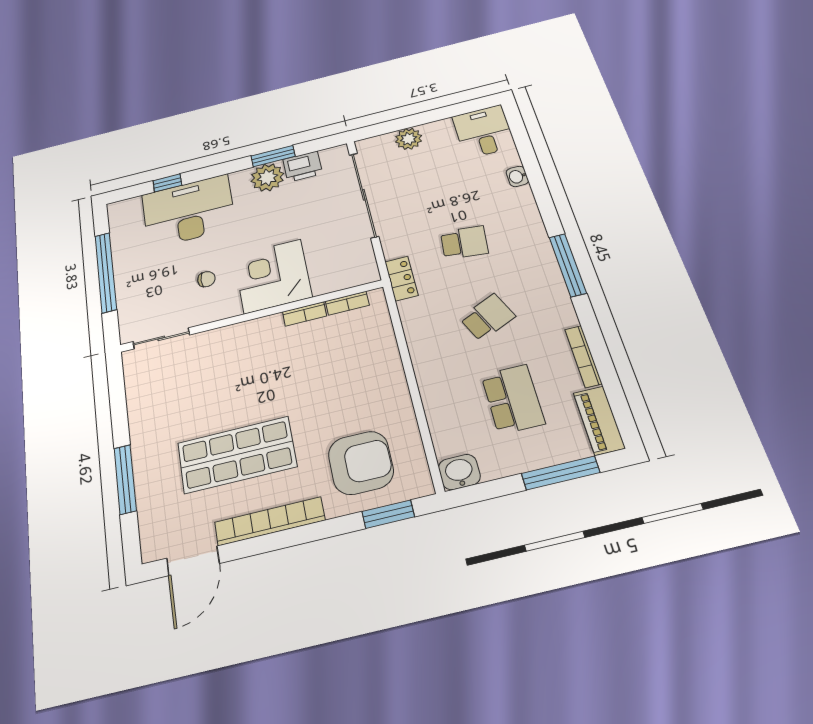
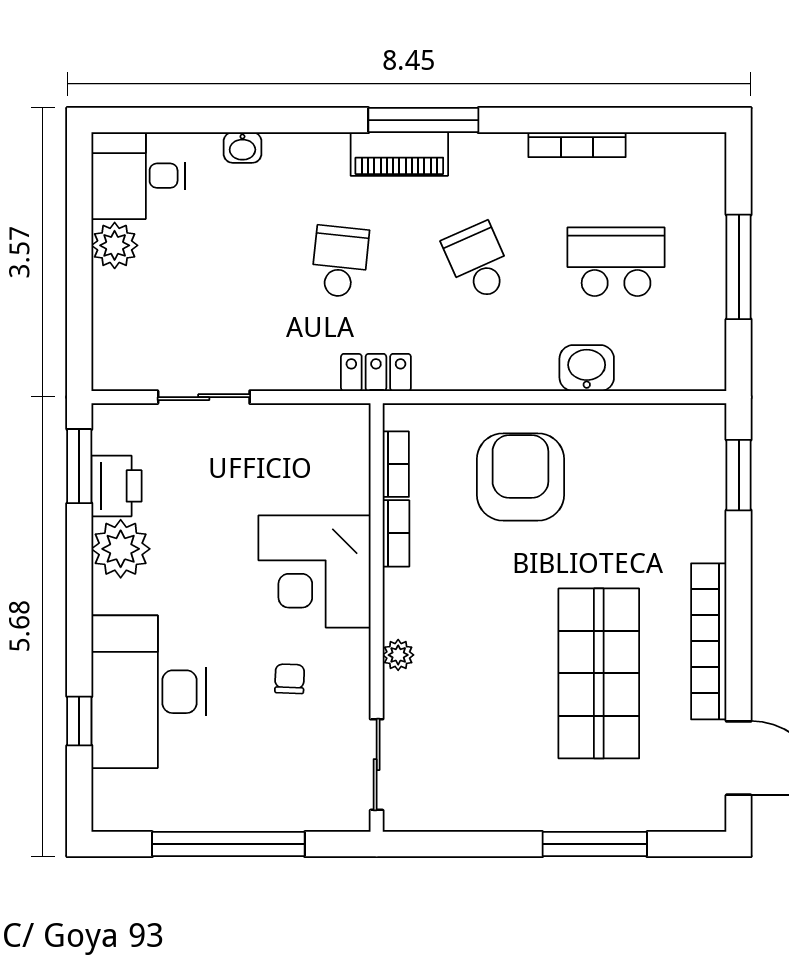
plant: (409, 139) -> (115, 245), moved
window: (273, 156) -> (79, 466), moved
sliding door: (364, 195) -> (204, 397), width x0.54
plant: (230, 334) -> (398, 655), added
piano: (599, 420) -> (399, 154), moved
armchair: (361, 463) -> (520, 477), moved
washbasin: (459, 472) -> (587, 368), moved, turned 90
window: (561, 473) -> (739, 267), moved

